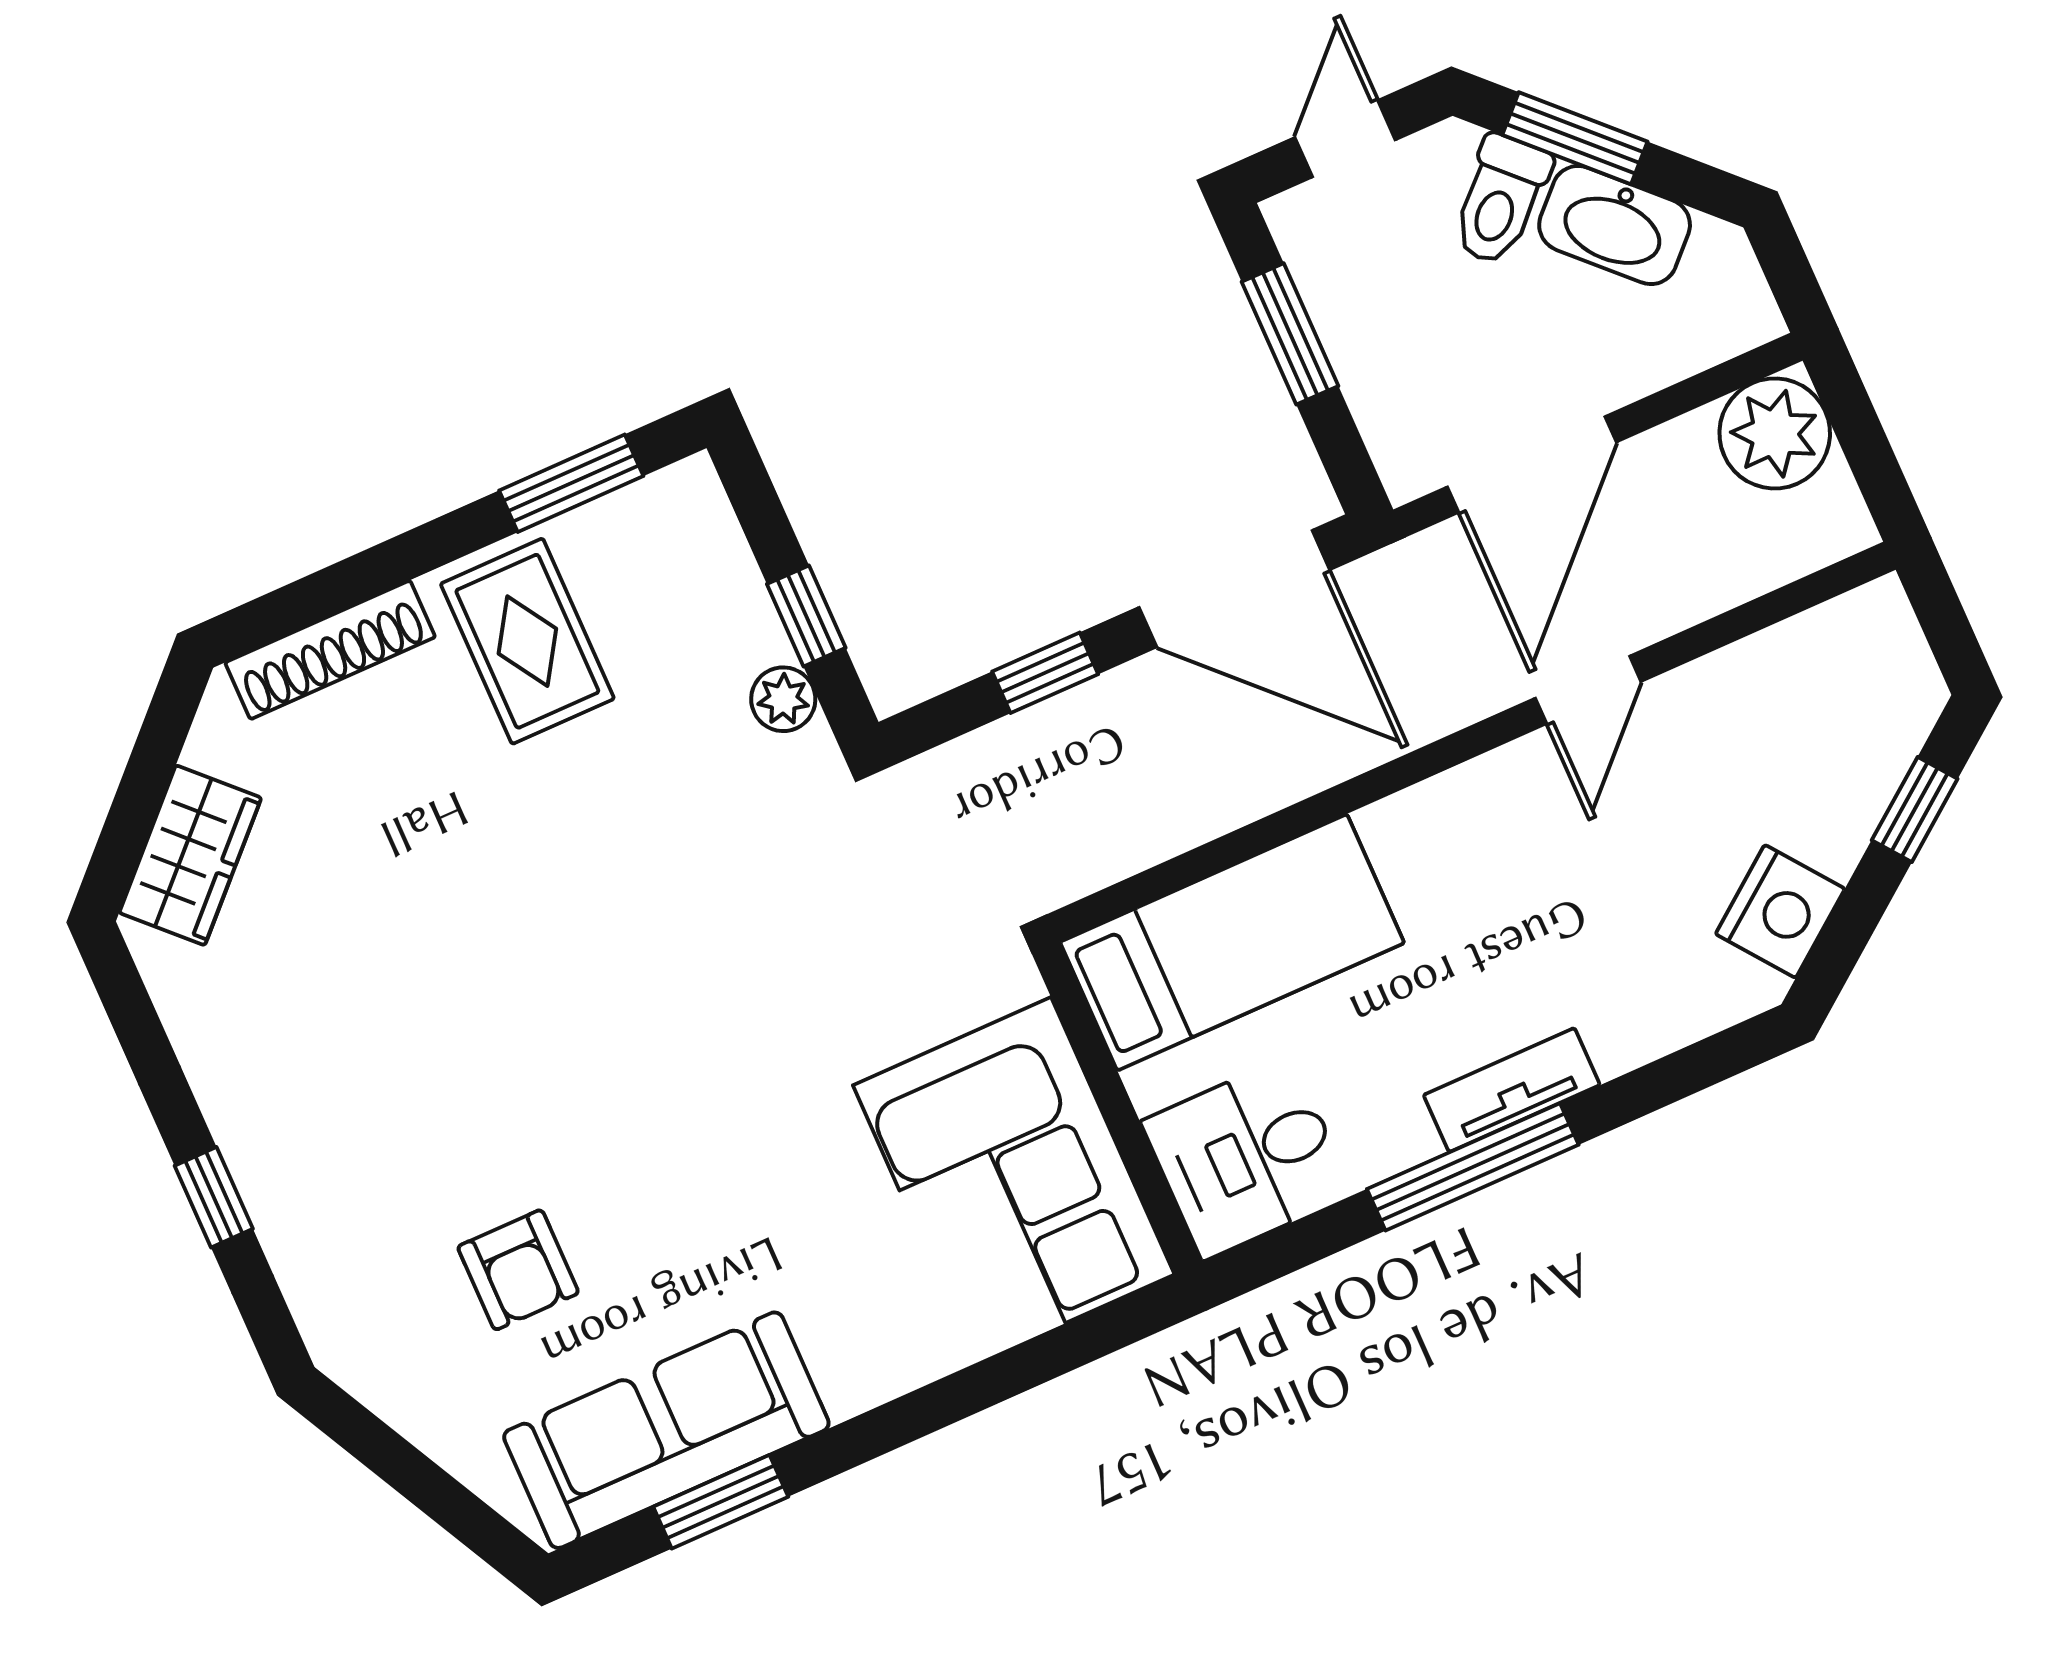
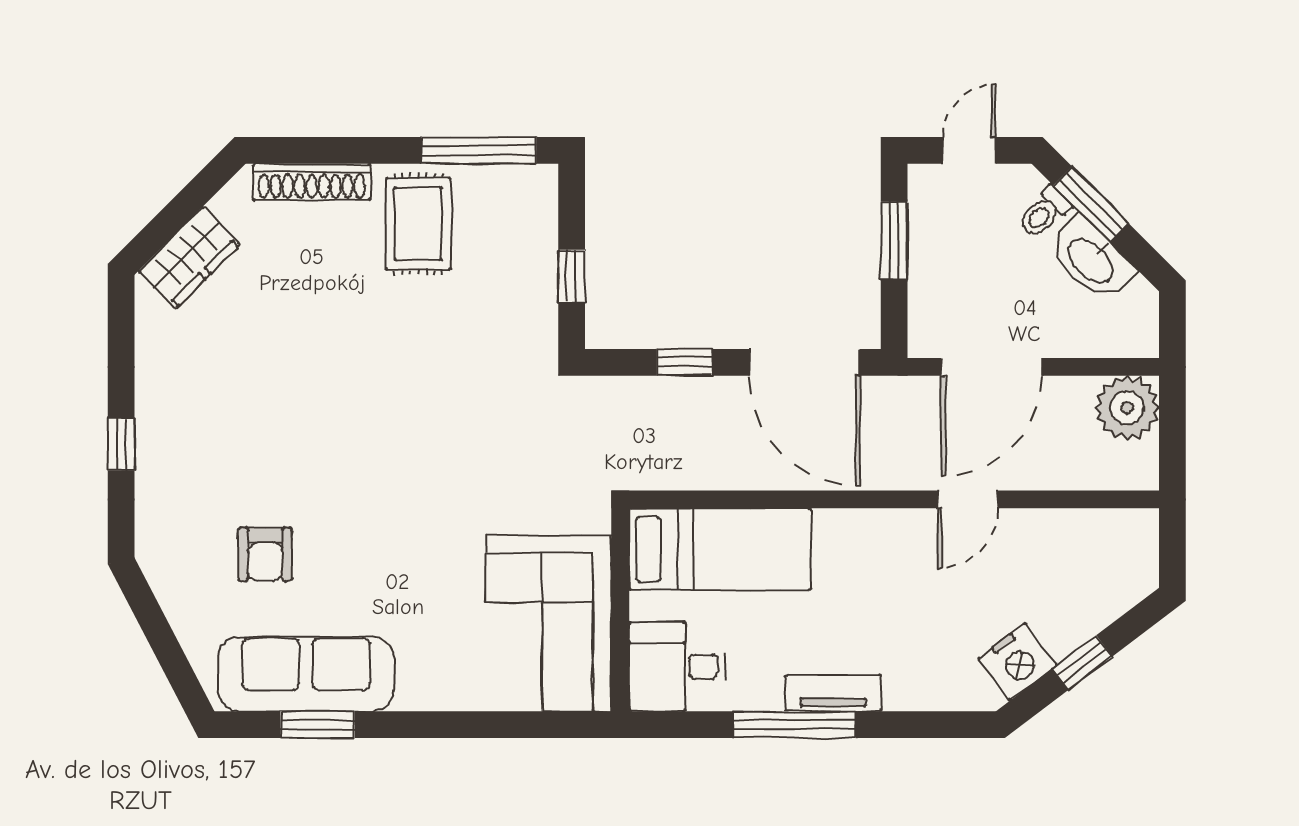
toilet: (1500, 200) -> (1044, 213), width x0.73, depth x0.72
window: (571, 483) -> (479, 150), width x1.44
plant: (783, 699) -> (540, 315), removed
window: (1915, 810) -> (1082, 663), moved

